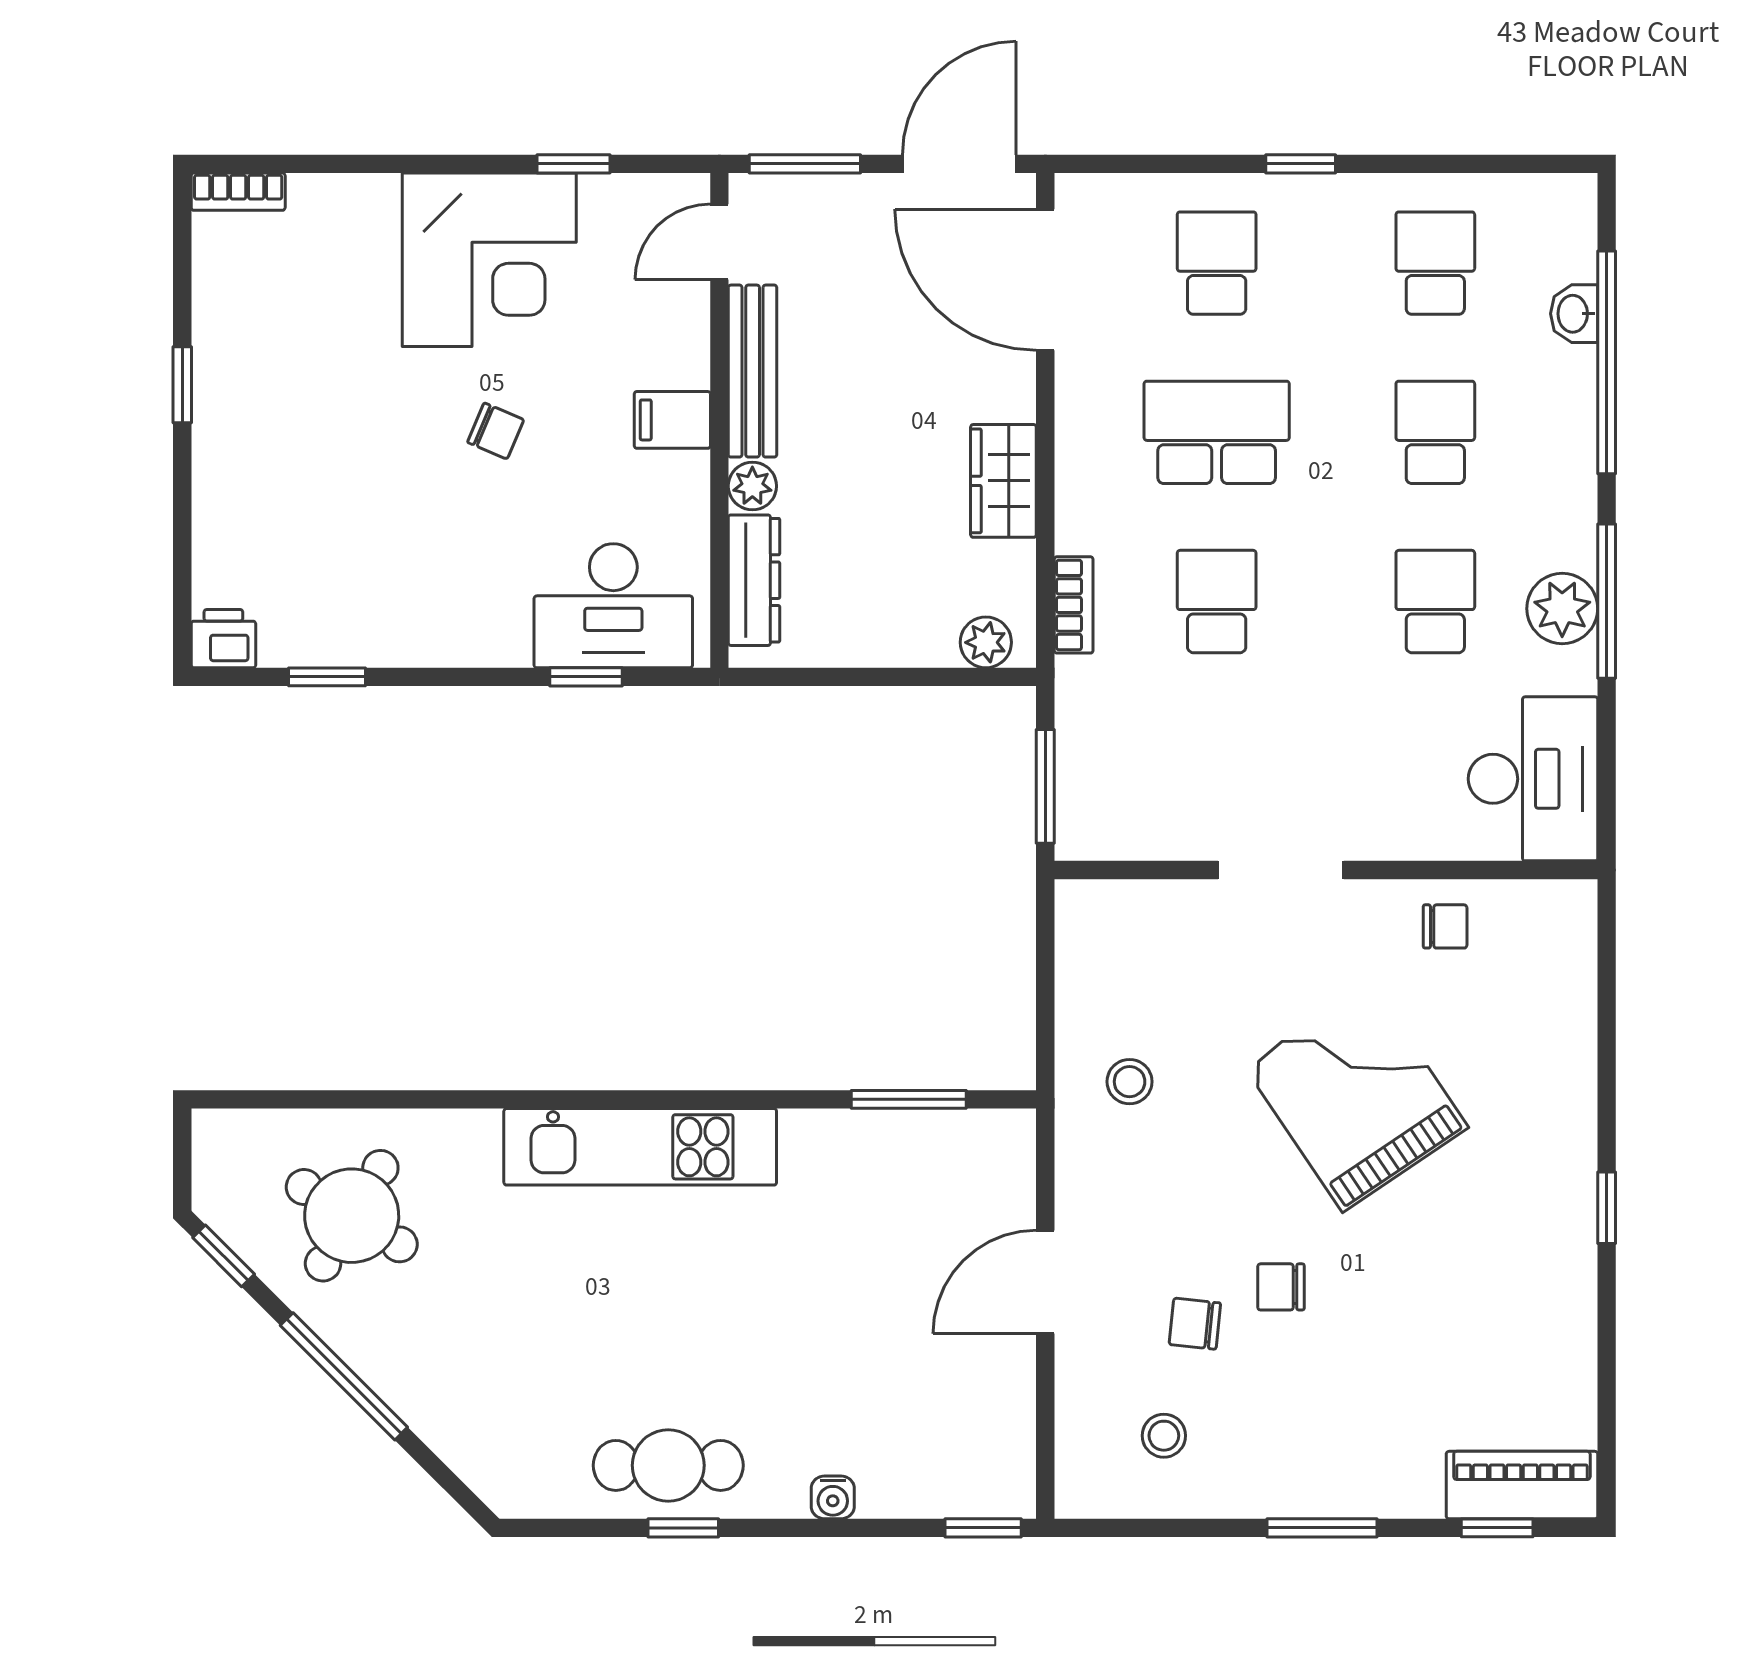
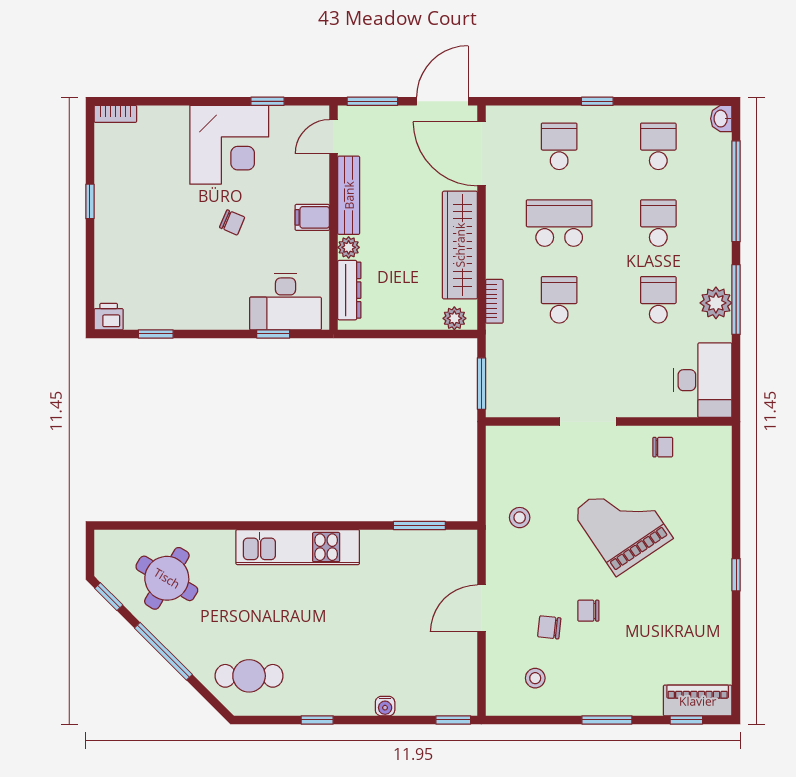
washbasin: (1574, 314) -> (721, 119), moved
wardrobe: (1003, 481) -> (460, 245), width x2.10, depth x1.17
cafe table: (668, 1465) -> (249, 676), moved

